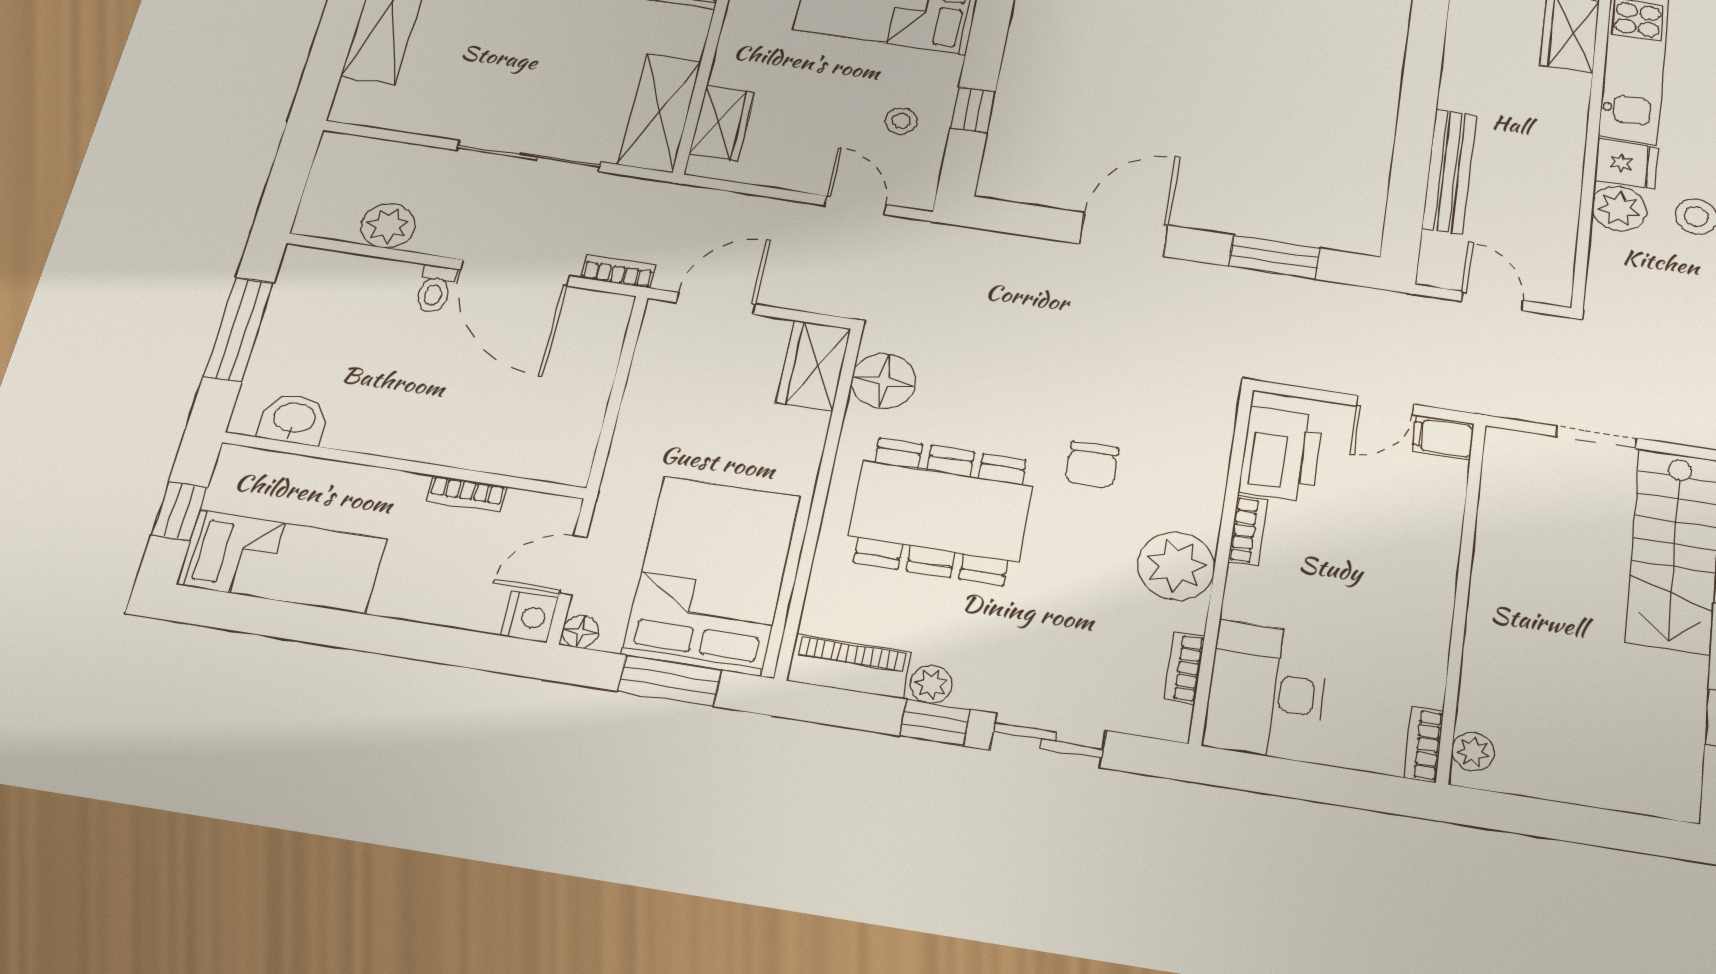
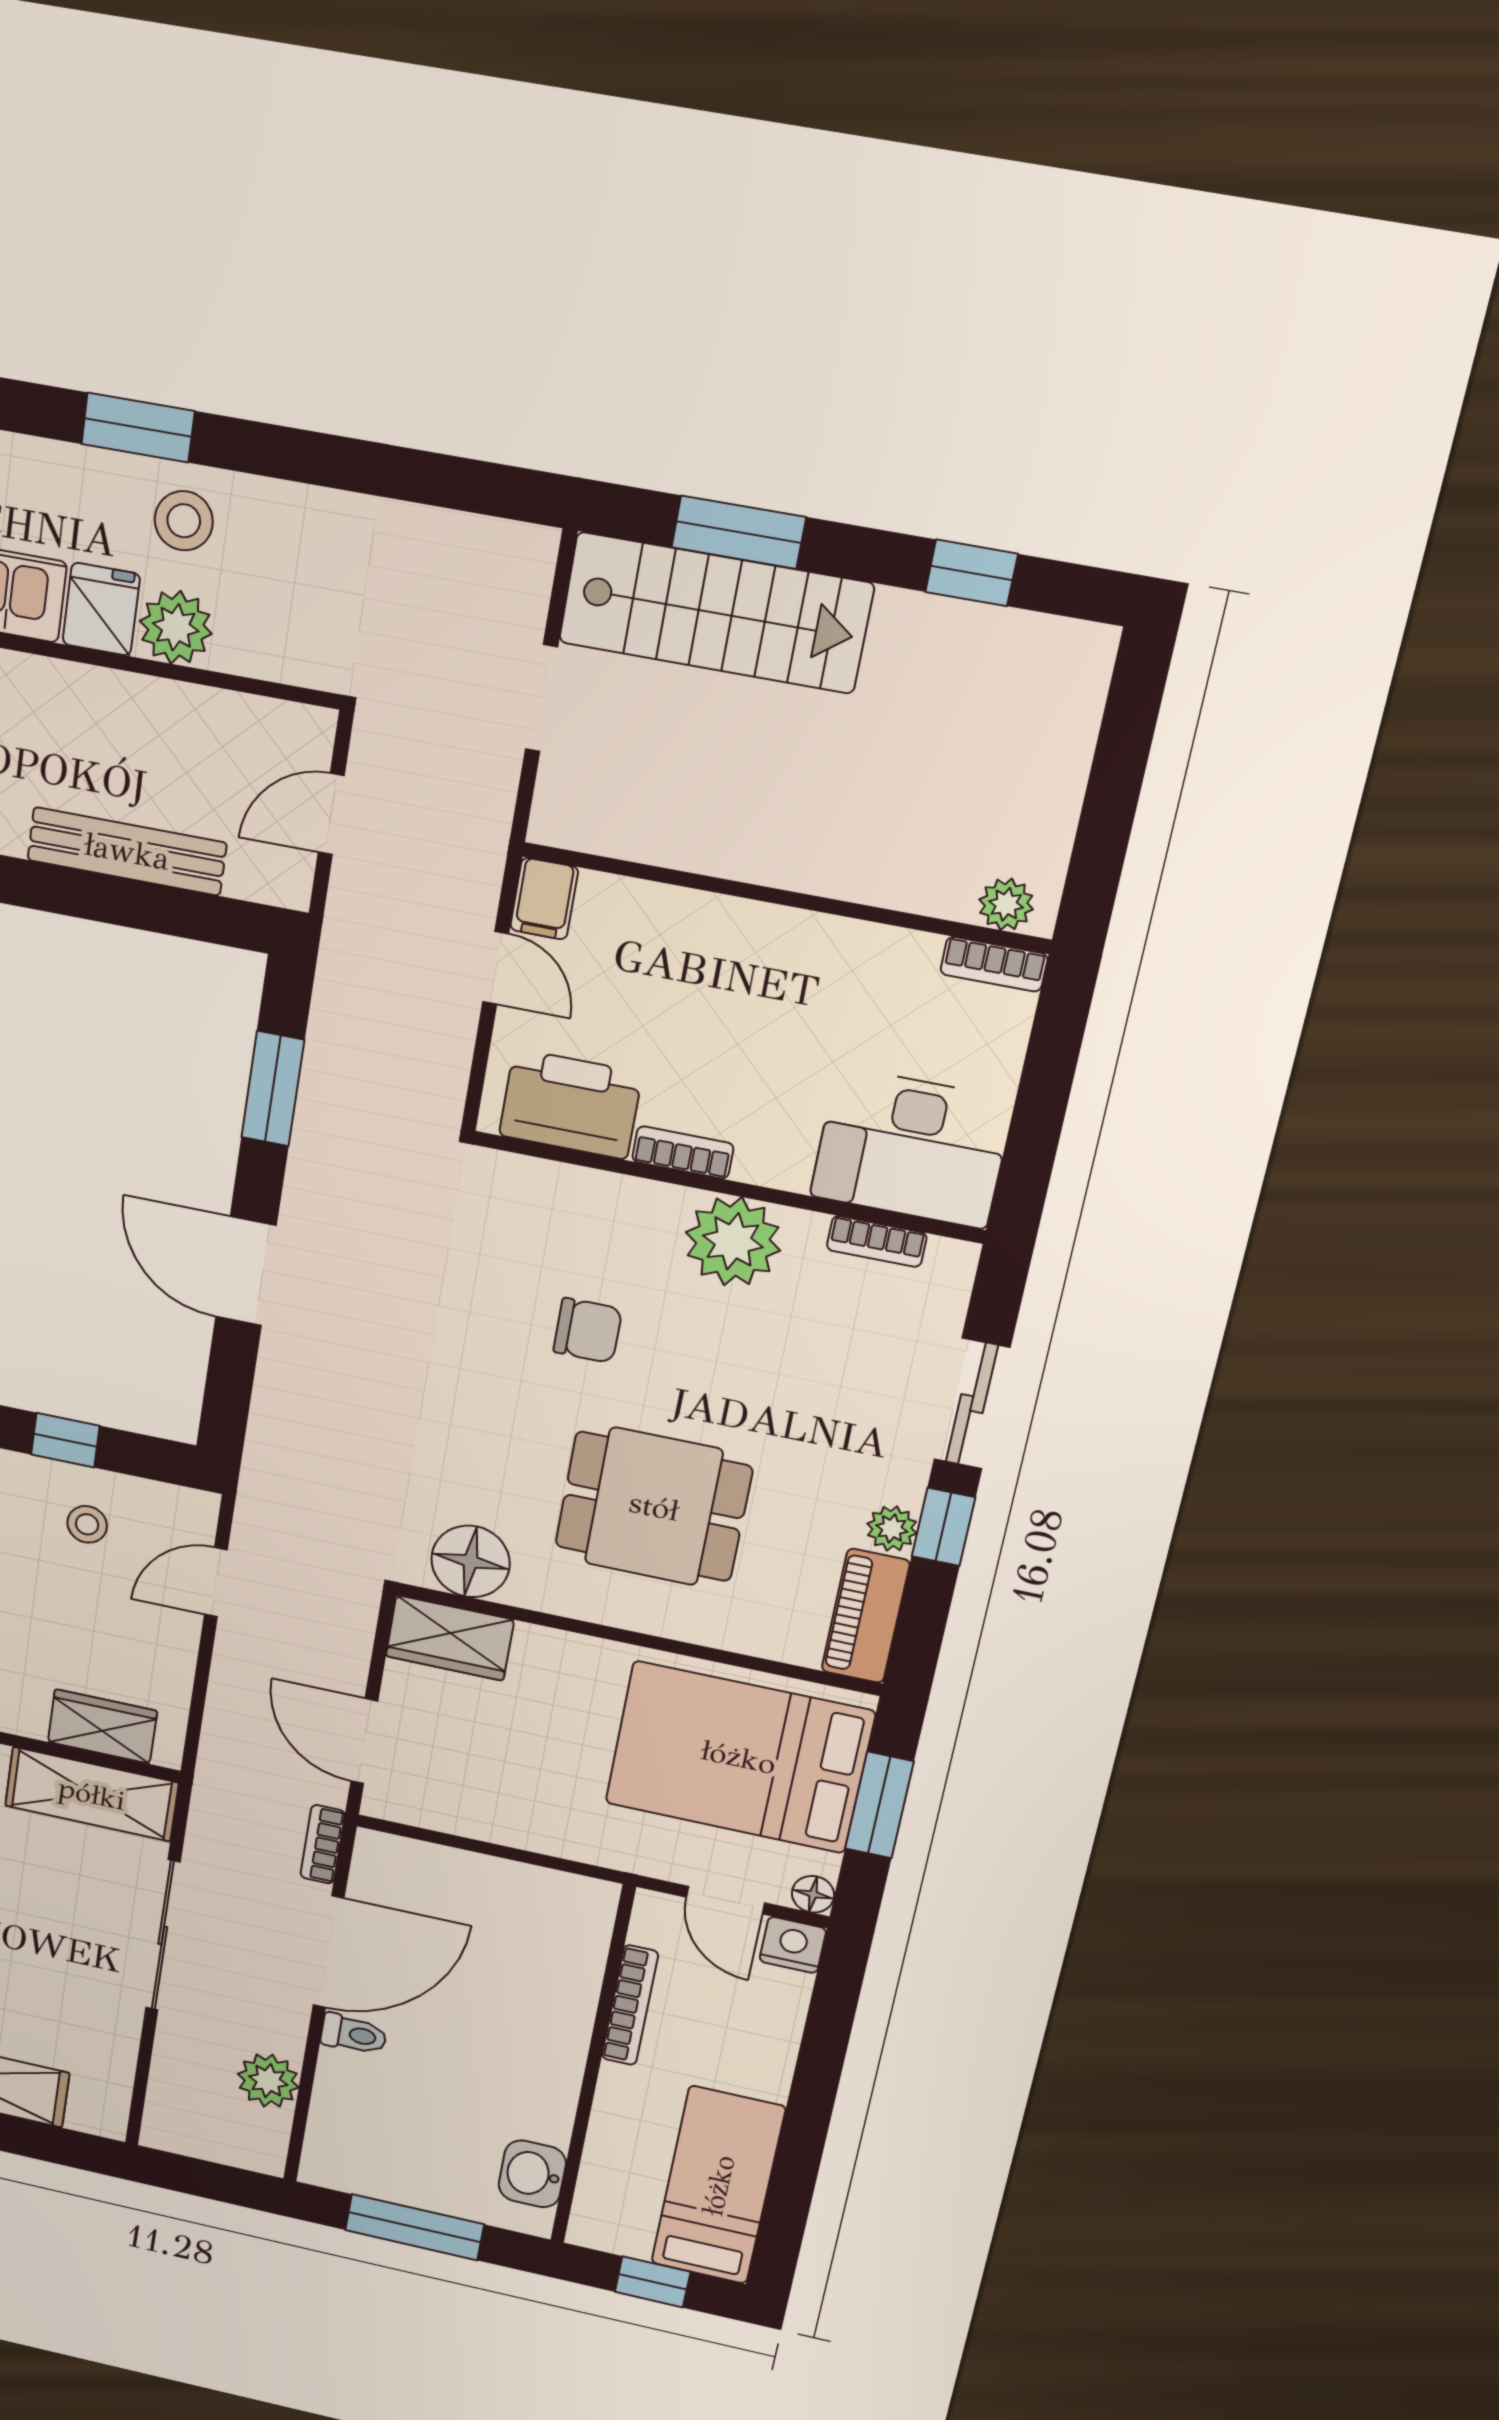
bookcase: (467, 494) -> (630, 2005), width x1.56
dining table: (941, 511) -> (654, 1506), width x0.73

